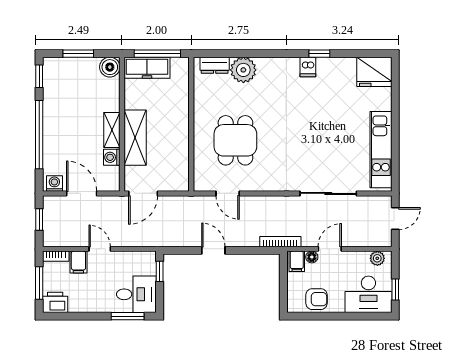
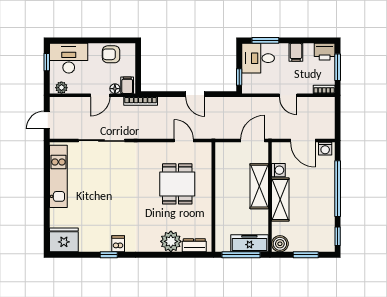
shelving: (112, 130) -> (280, 200), width x1.50, depth x1.33
window: (39, 220) -> (338, 119), removed
filing cabinet: (78, 262) -> (296, 52), moved, turned 180

